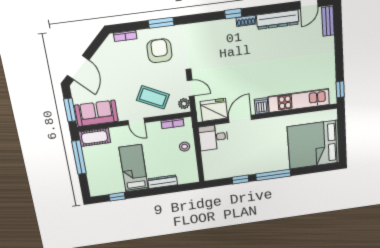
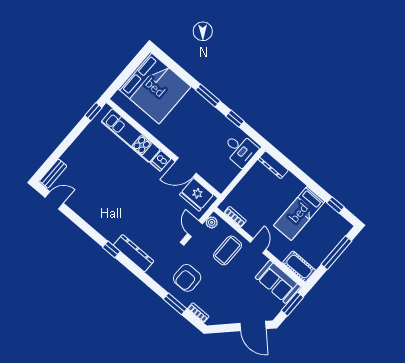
dresser: (278, 20) -> (134, 253), moved
shoe rack: (246, 21) -> (108, 235), removed
window: (161, 23) -> (175, 304), moved
door: (78, 68) -> (253, 326), swing flipped
coffee table: (153, 97) -> (228, 250), turned 63
desk: (213, 137) -> (240, 149), moved
stool: (185, 147) -> (246, 190), removed
window: (79, 157) -> (336, 253), moved
window: (273, 175) -> (208, 95), width x0.69
dresser: (163, 182) -> (273, 165), moved

